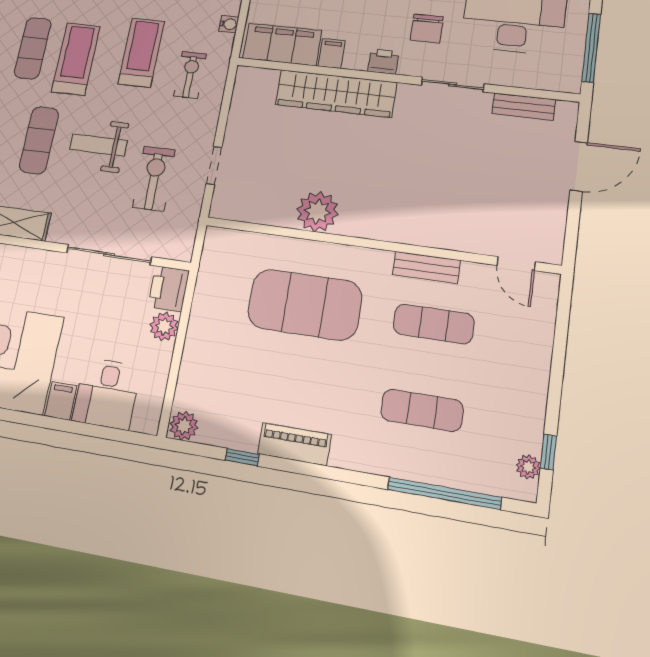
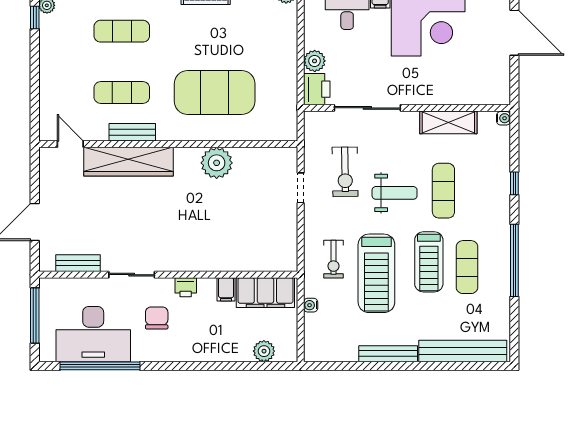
treadmill: (141, 52) -> (376, 273), width x1.37, depth x1.38
wardrobe: (336, 93) -> (129, 162), moved, turned 180

